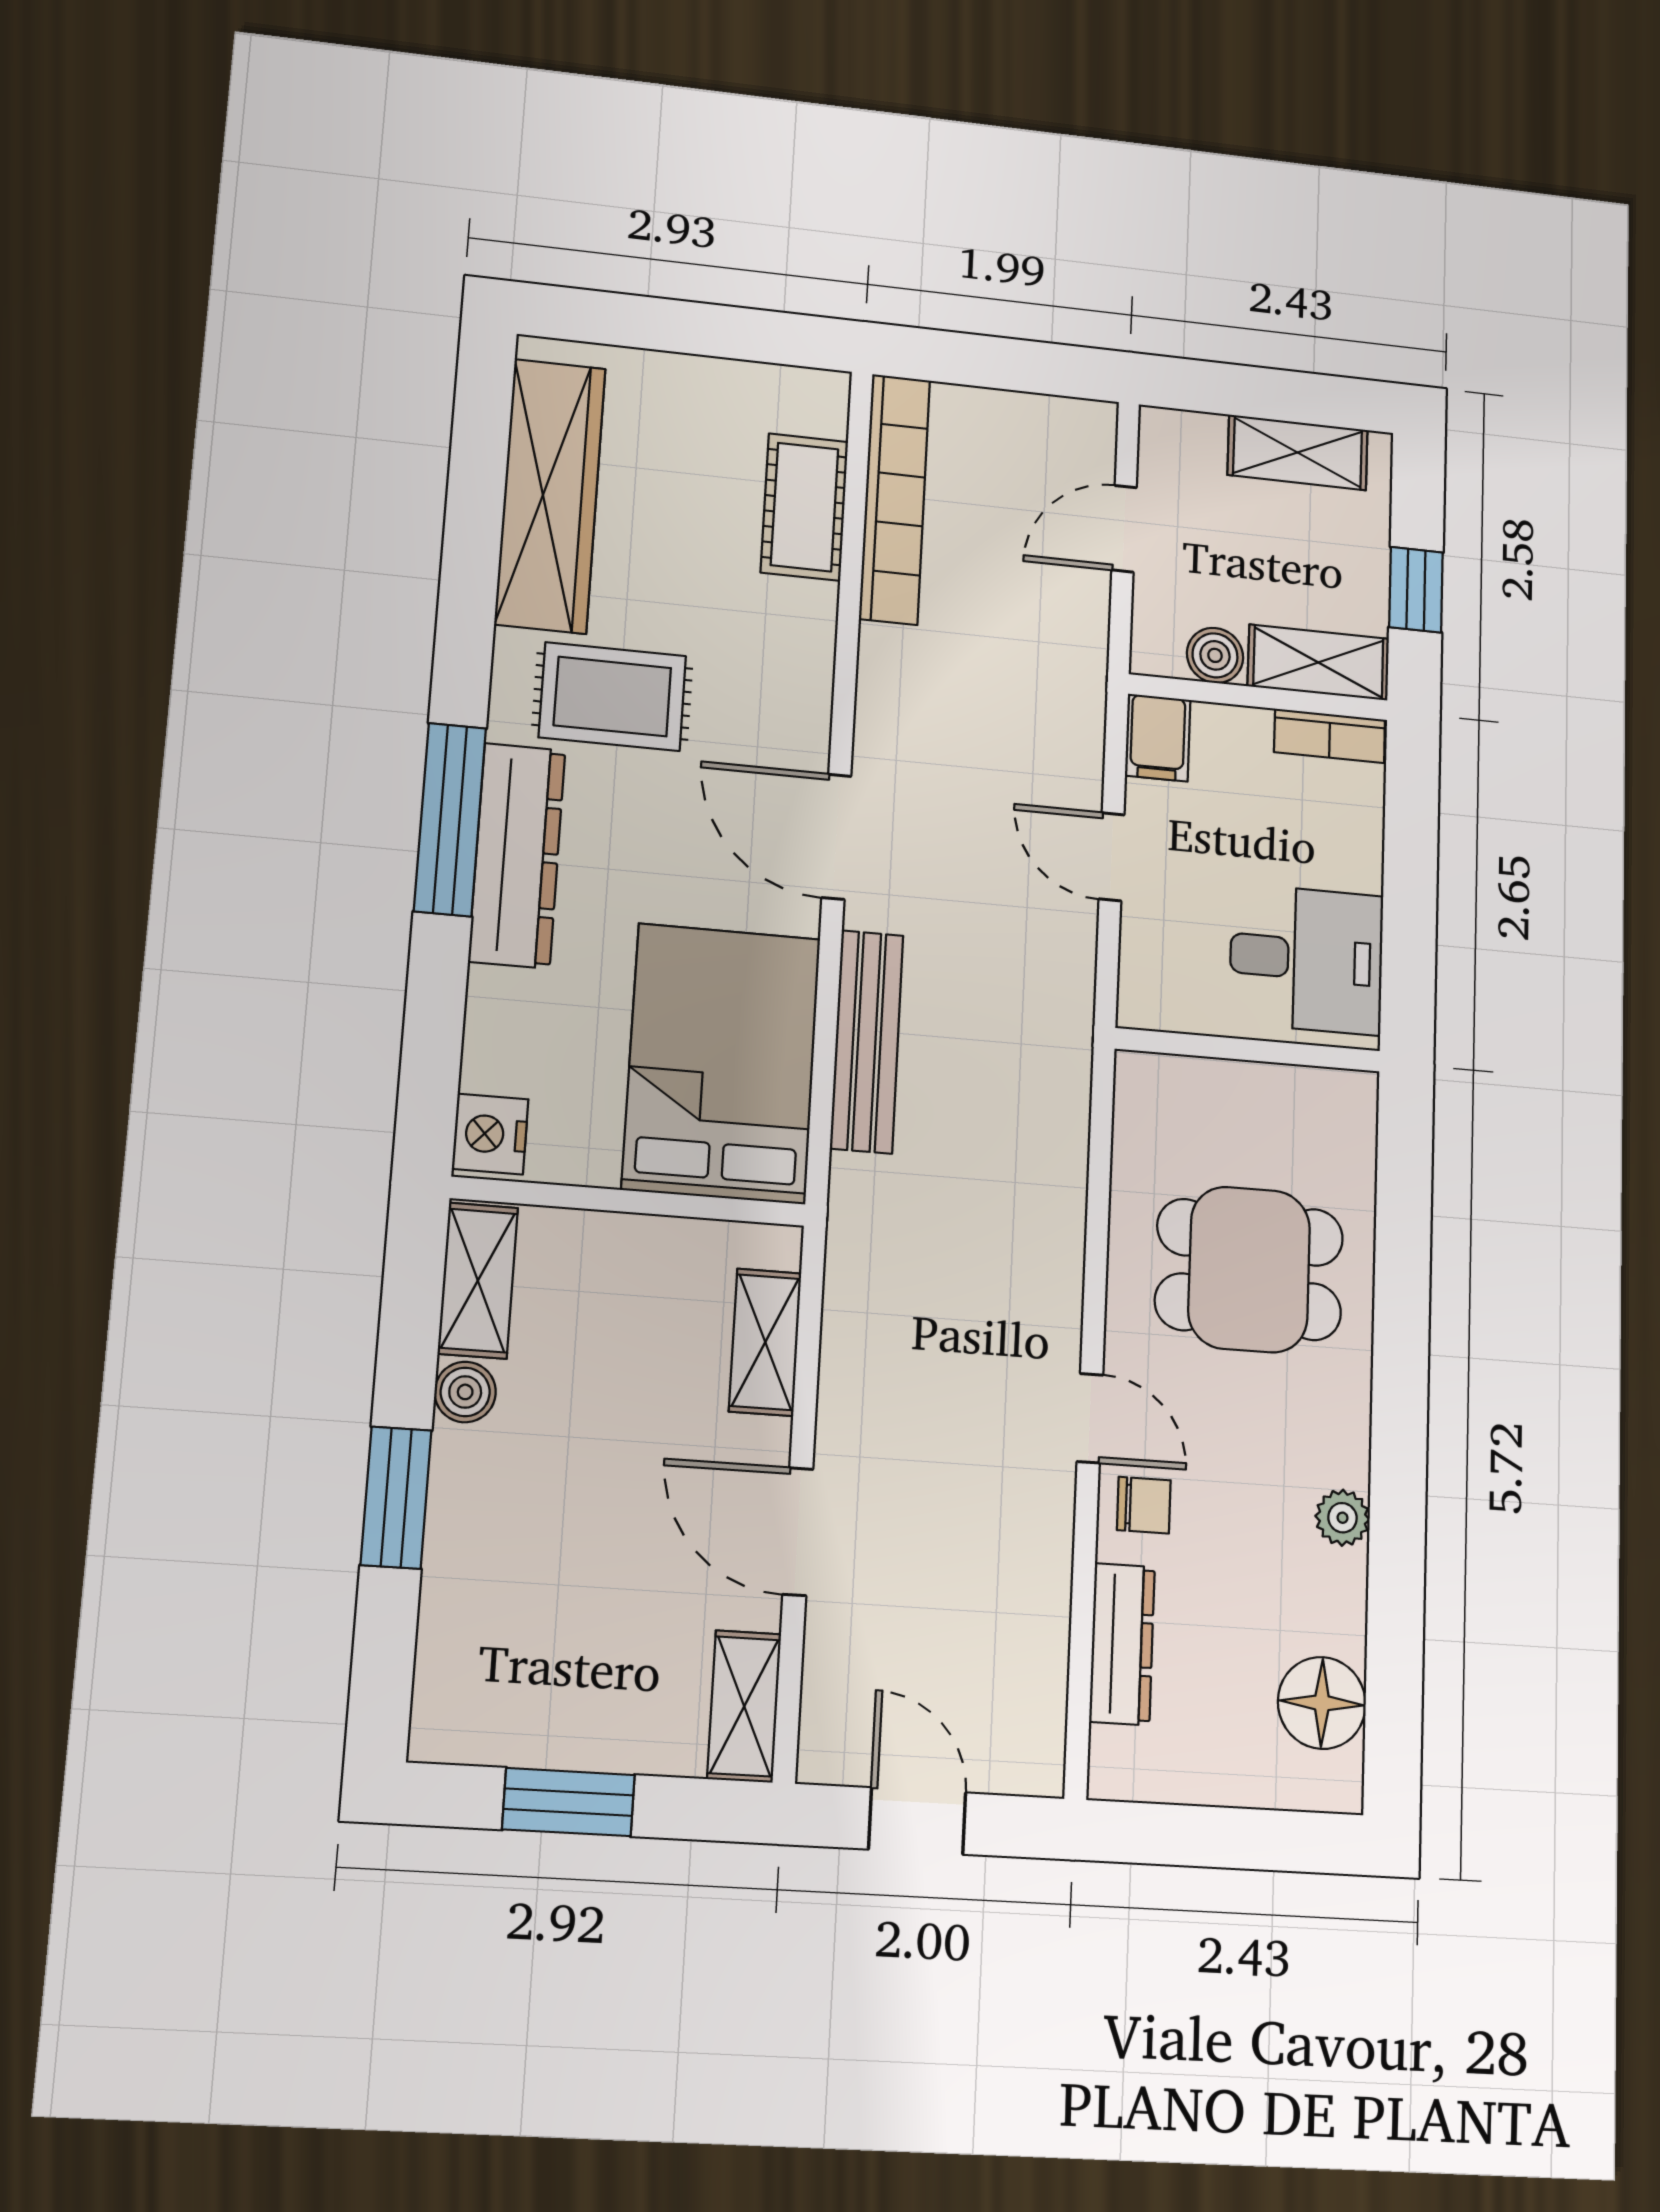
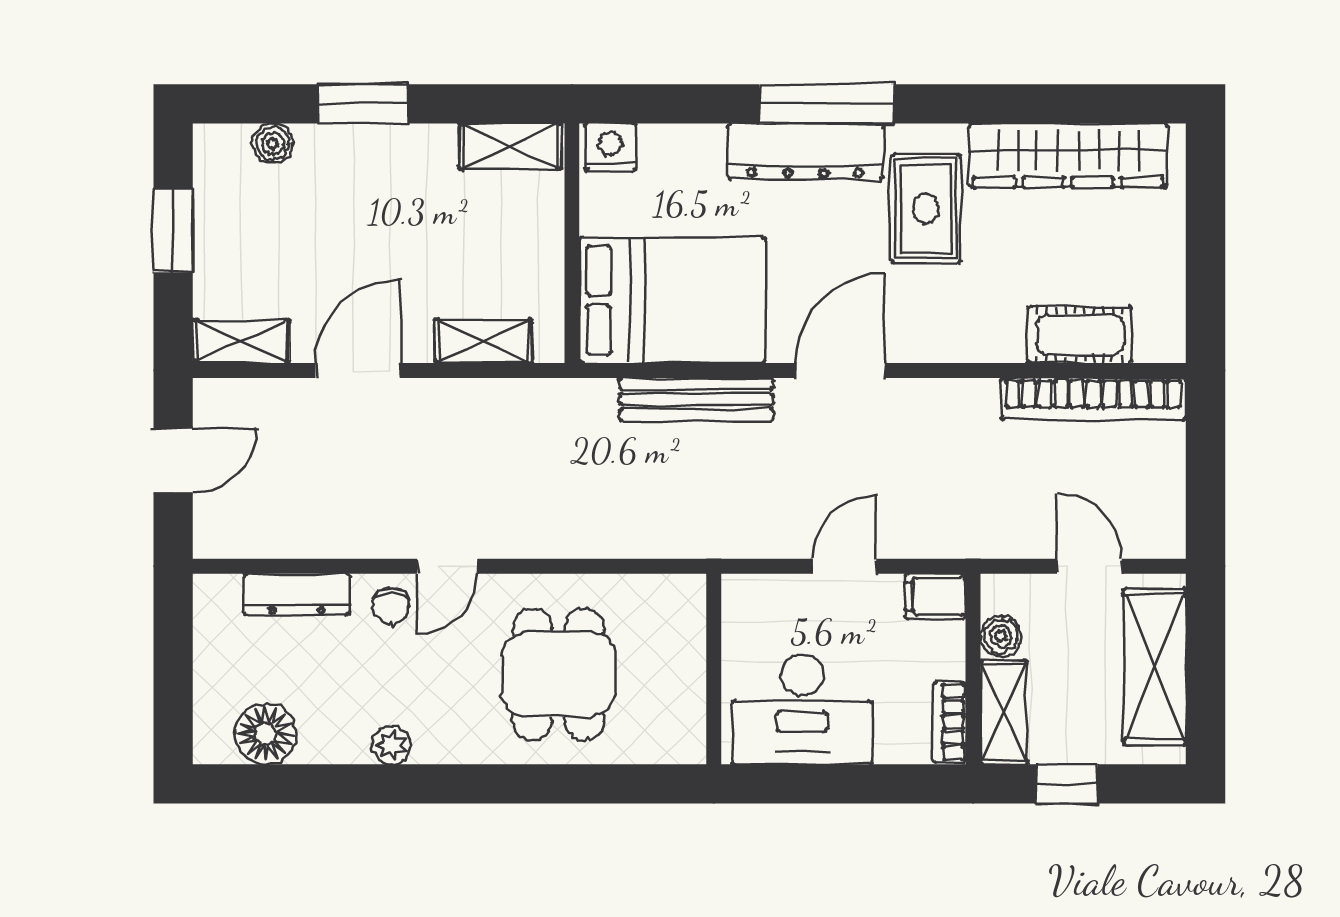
shelving: (1298, 452) -> (1155, 667), width x1.50, depth x1.33
desk: (1306, 959) -> (802, 709), width x1.37
boiler: (465, 1392) -> (273, 144), moved

